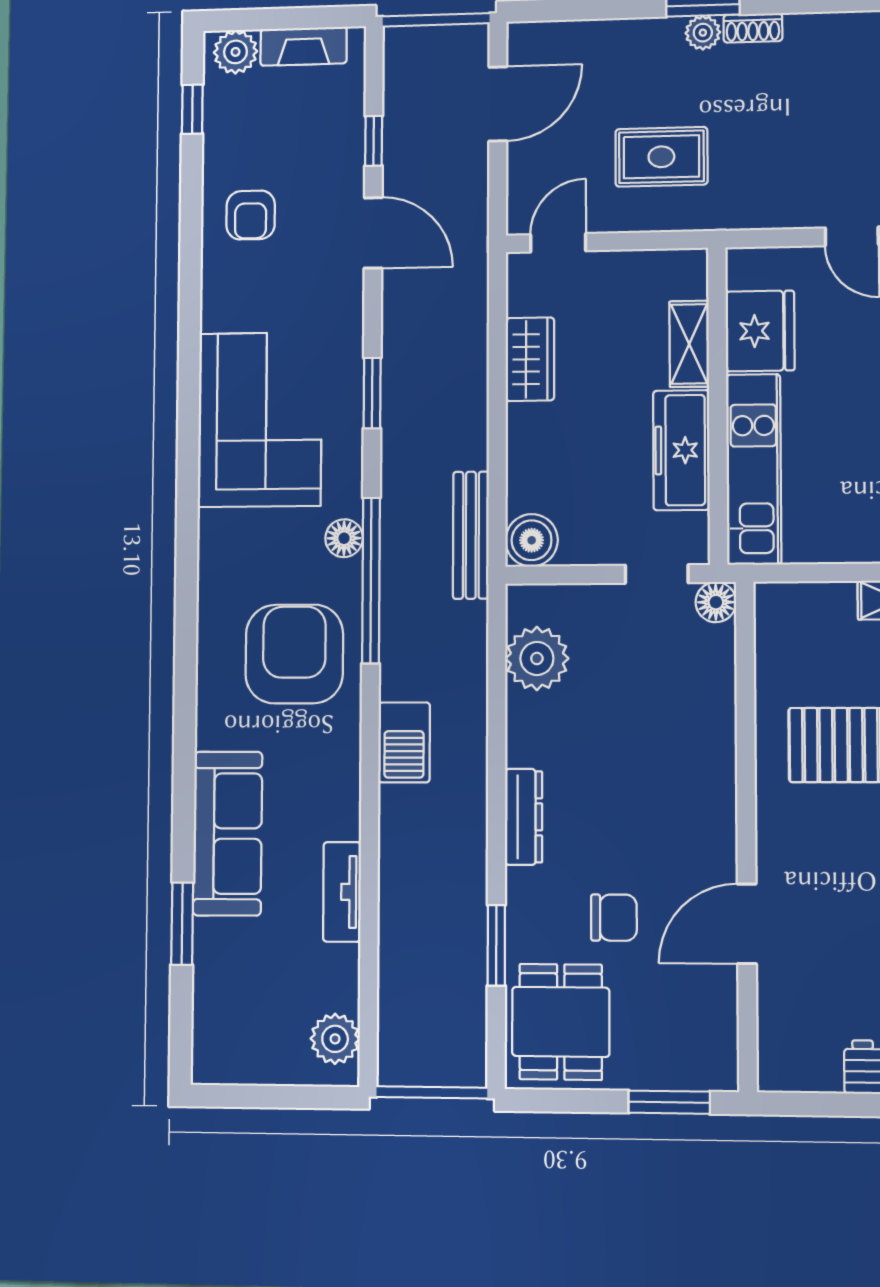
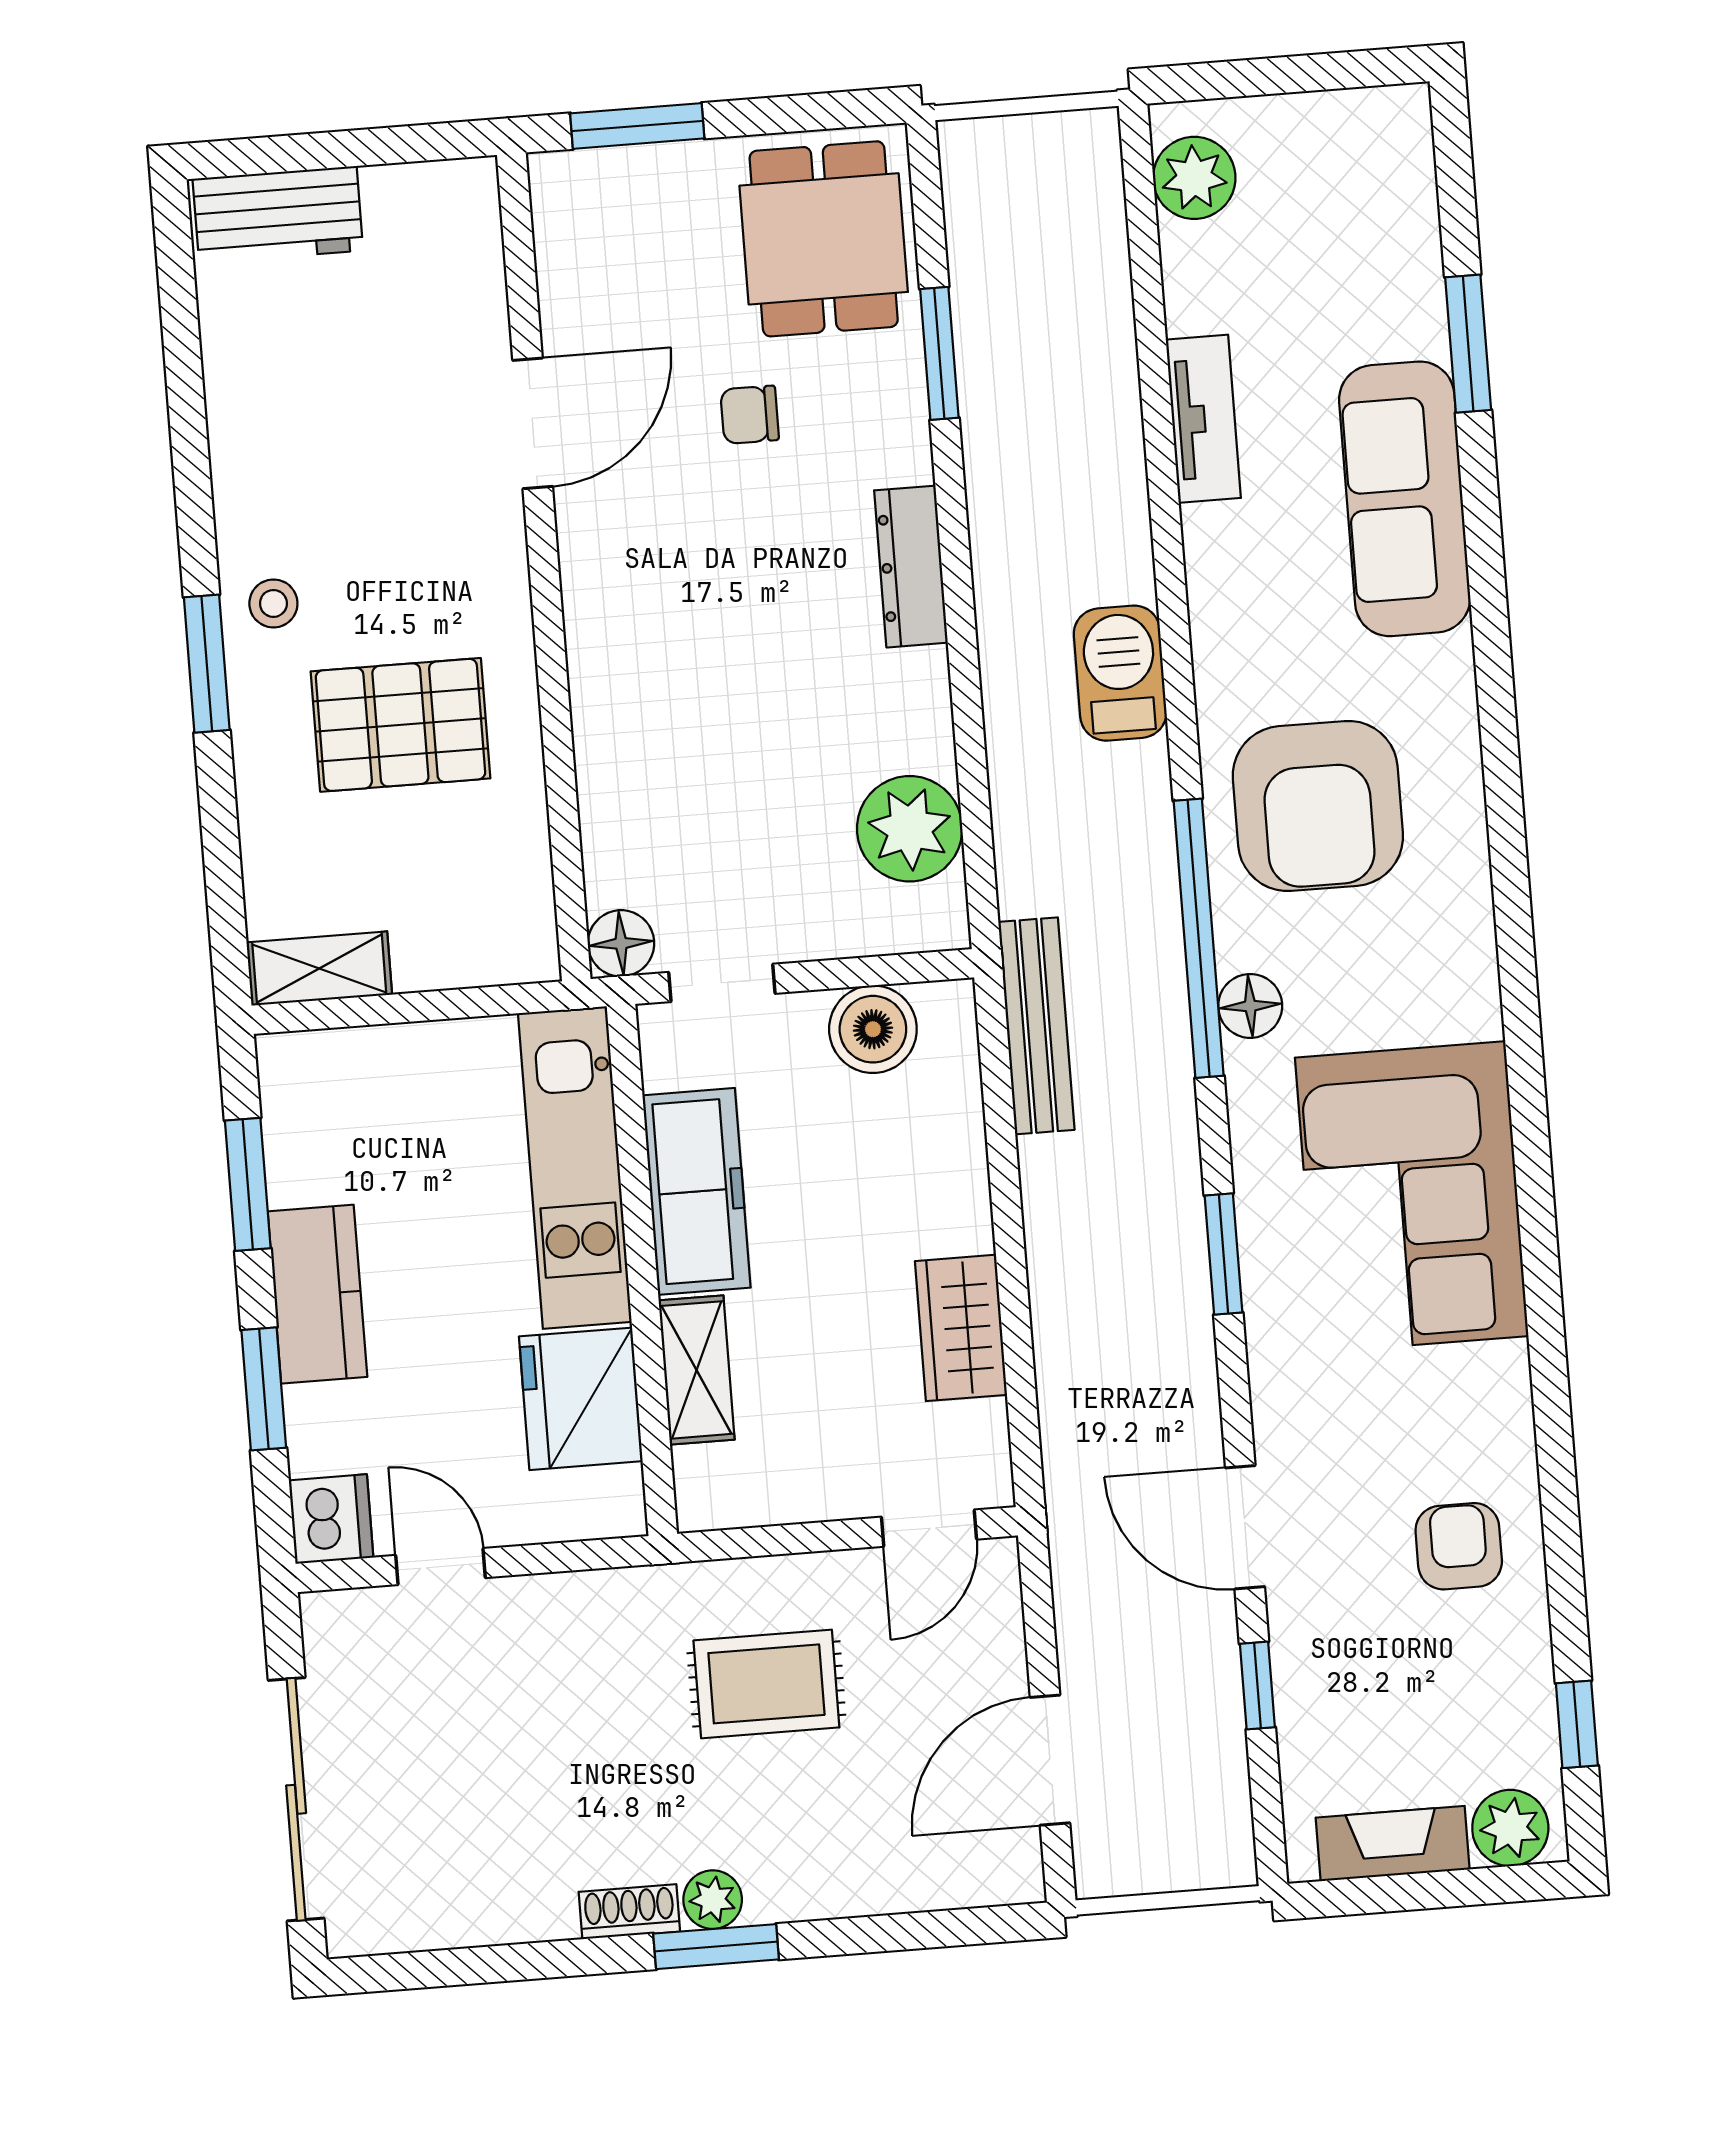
boiler: (532, 540) -> (873, 1029), moved
chair: (614, 918) -> (750, 415), width x0.73, depth x0.73

